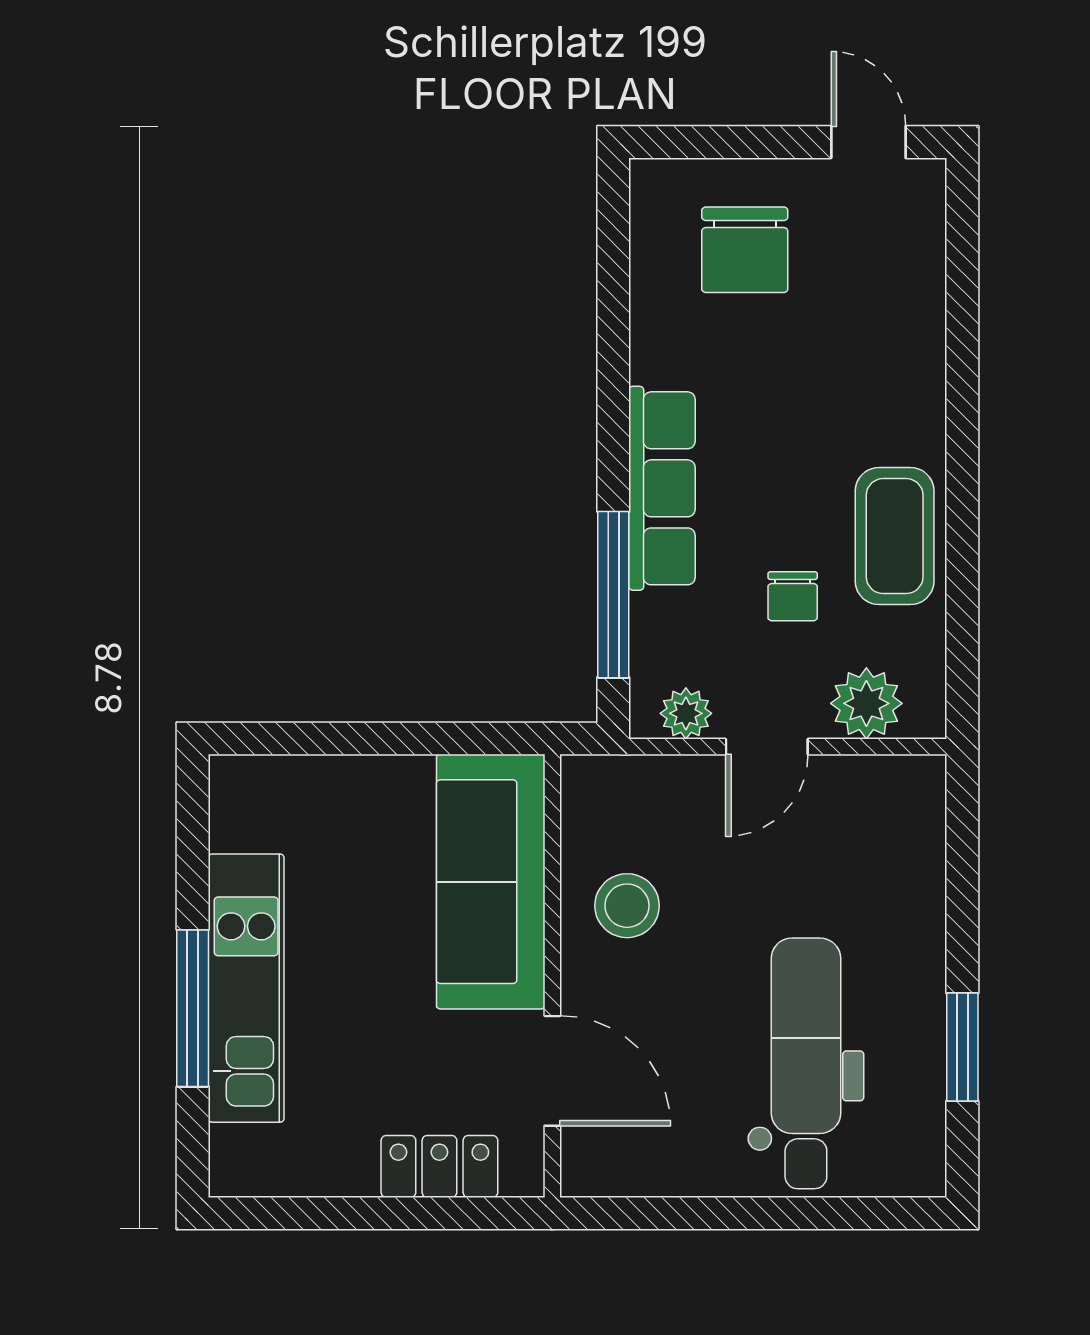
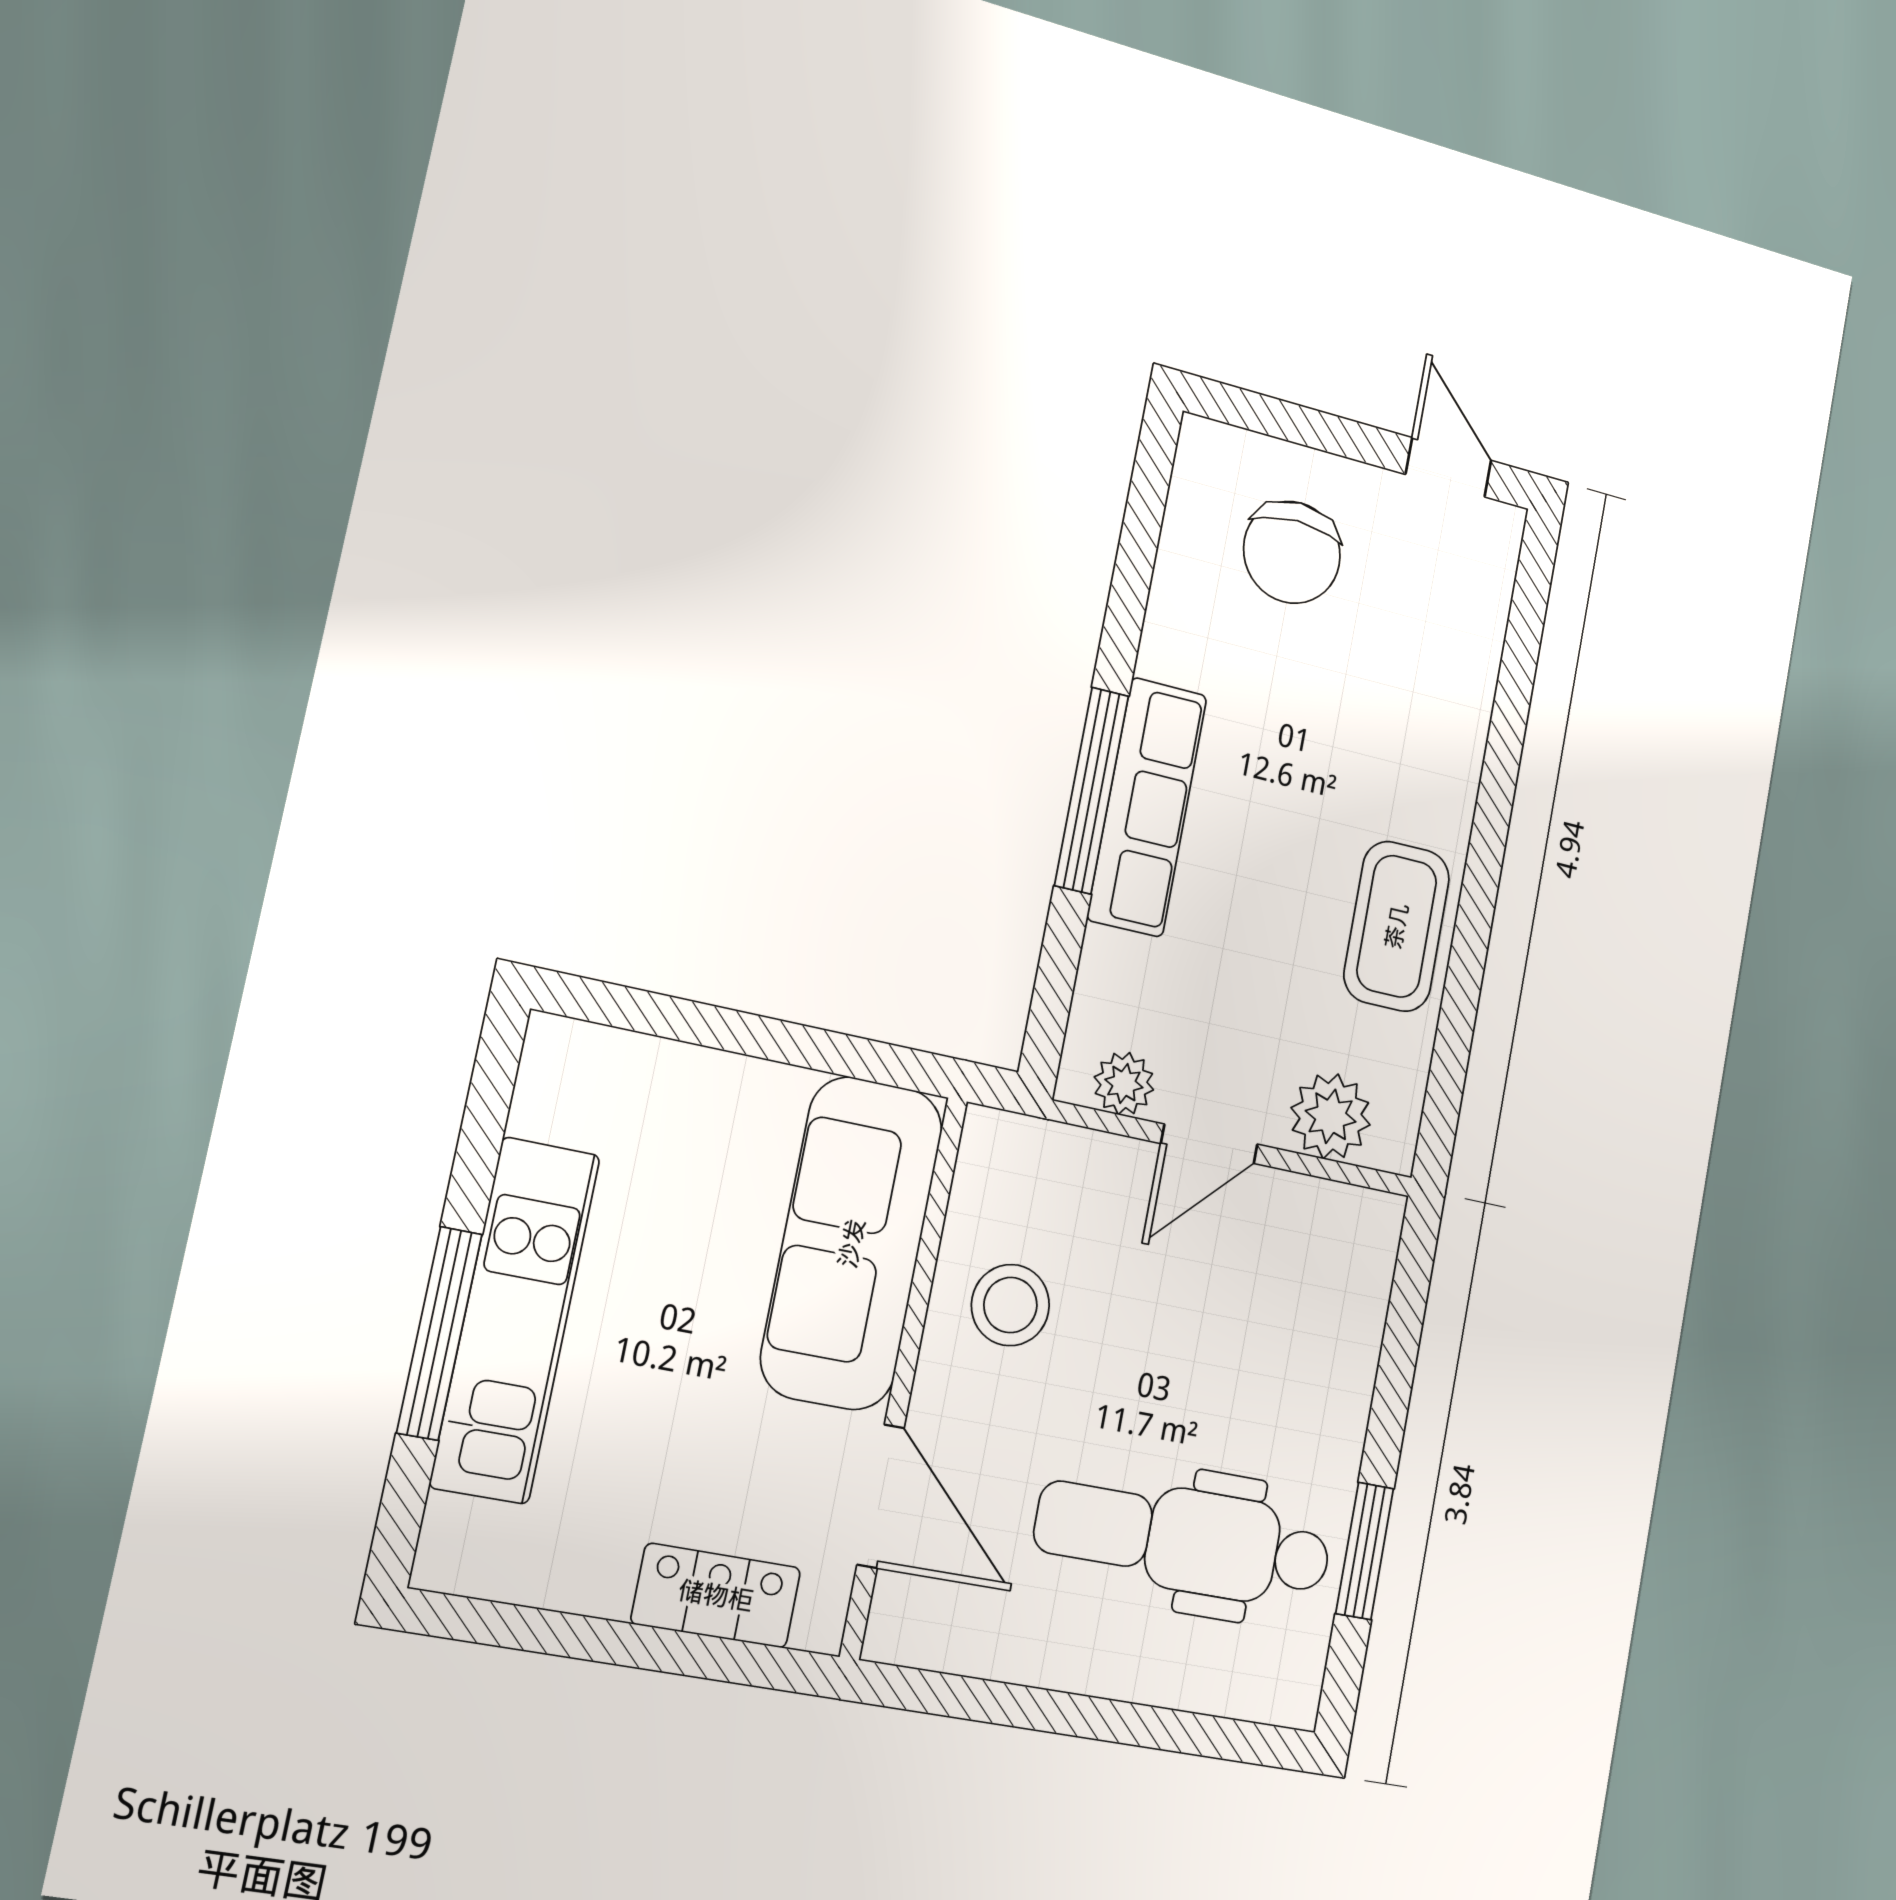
window: (613, 595) -> (1091, 791), moved
chair: (793, 596) -> (1271, 970), removed
dental chair: (806, 1063) -> (1184, 1540), turned -90

